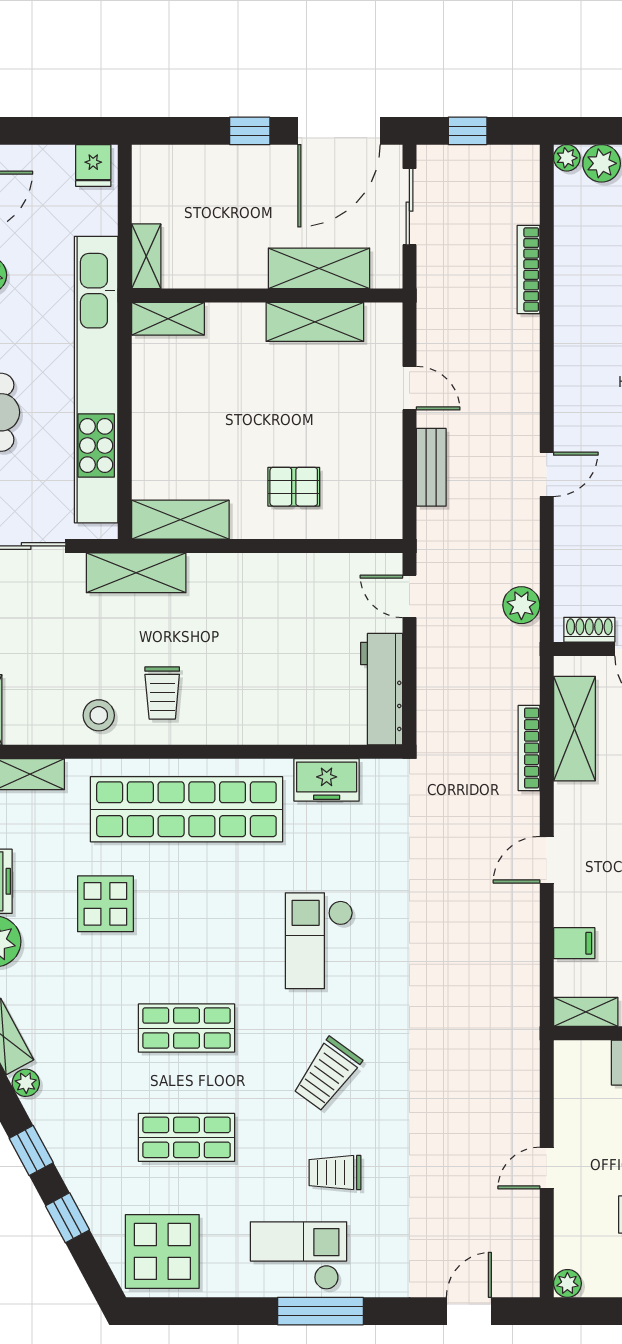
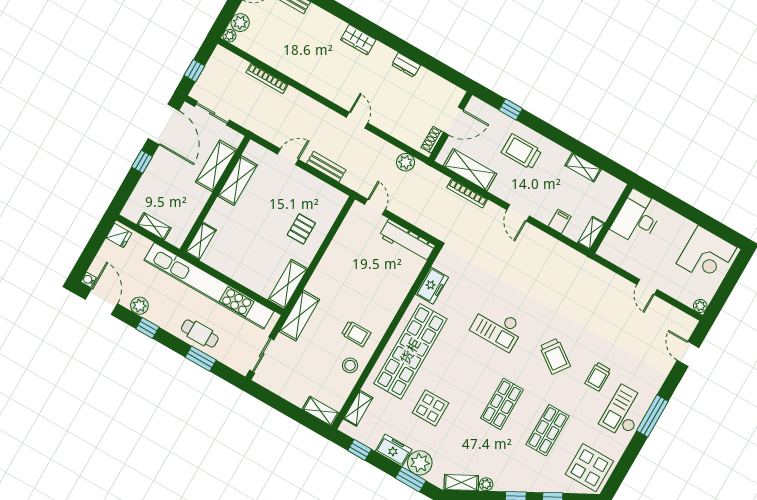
shelving: (146, 256) -> (154, 226), moved
door: (409, 596) -> (375, 207), swing flipped

